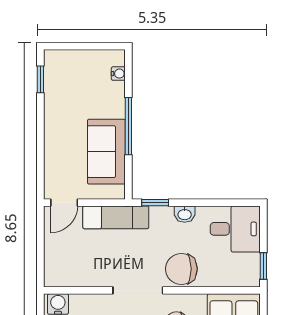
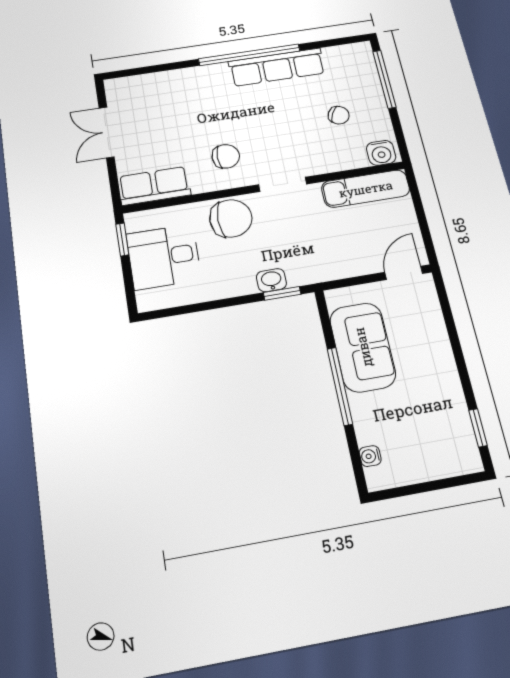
washbasin: (185, 214) -> (271, 280), moved
exam couch: (116, 217) -> (366, 189), moved, turned 180
desk: (235, 229) -> (164, 257), moved
doorway: (138, 290) -> (283, 184), width x0.73

